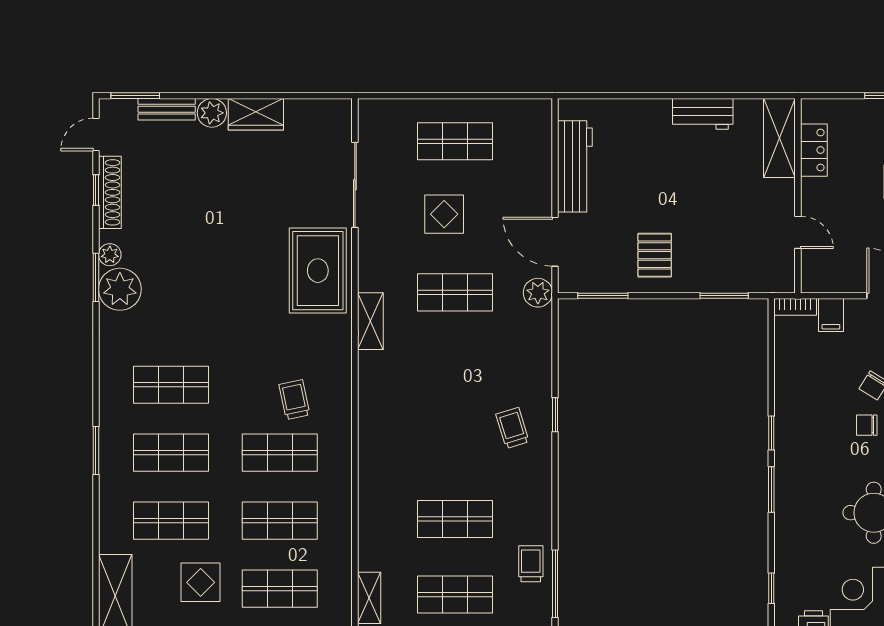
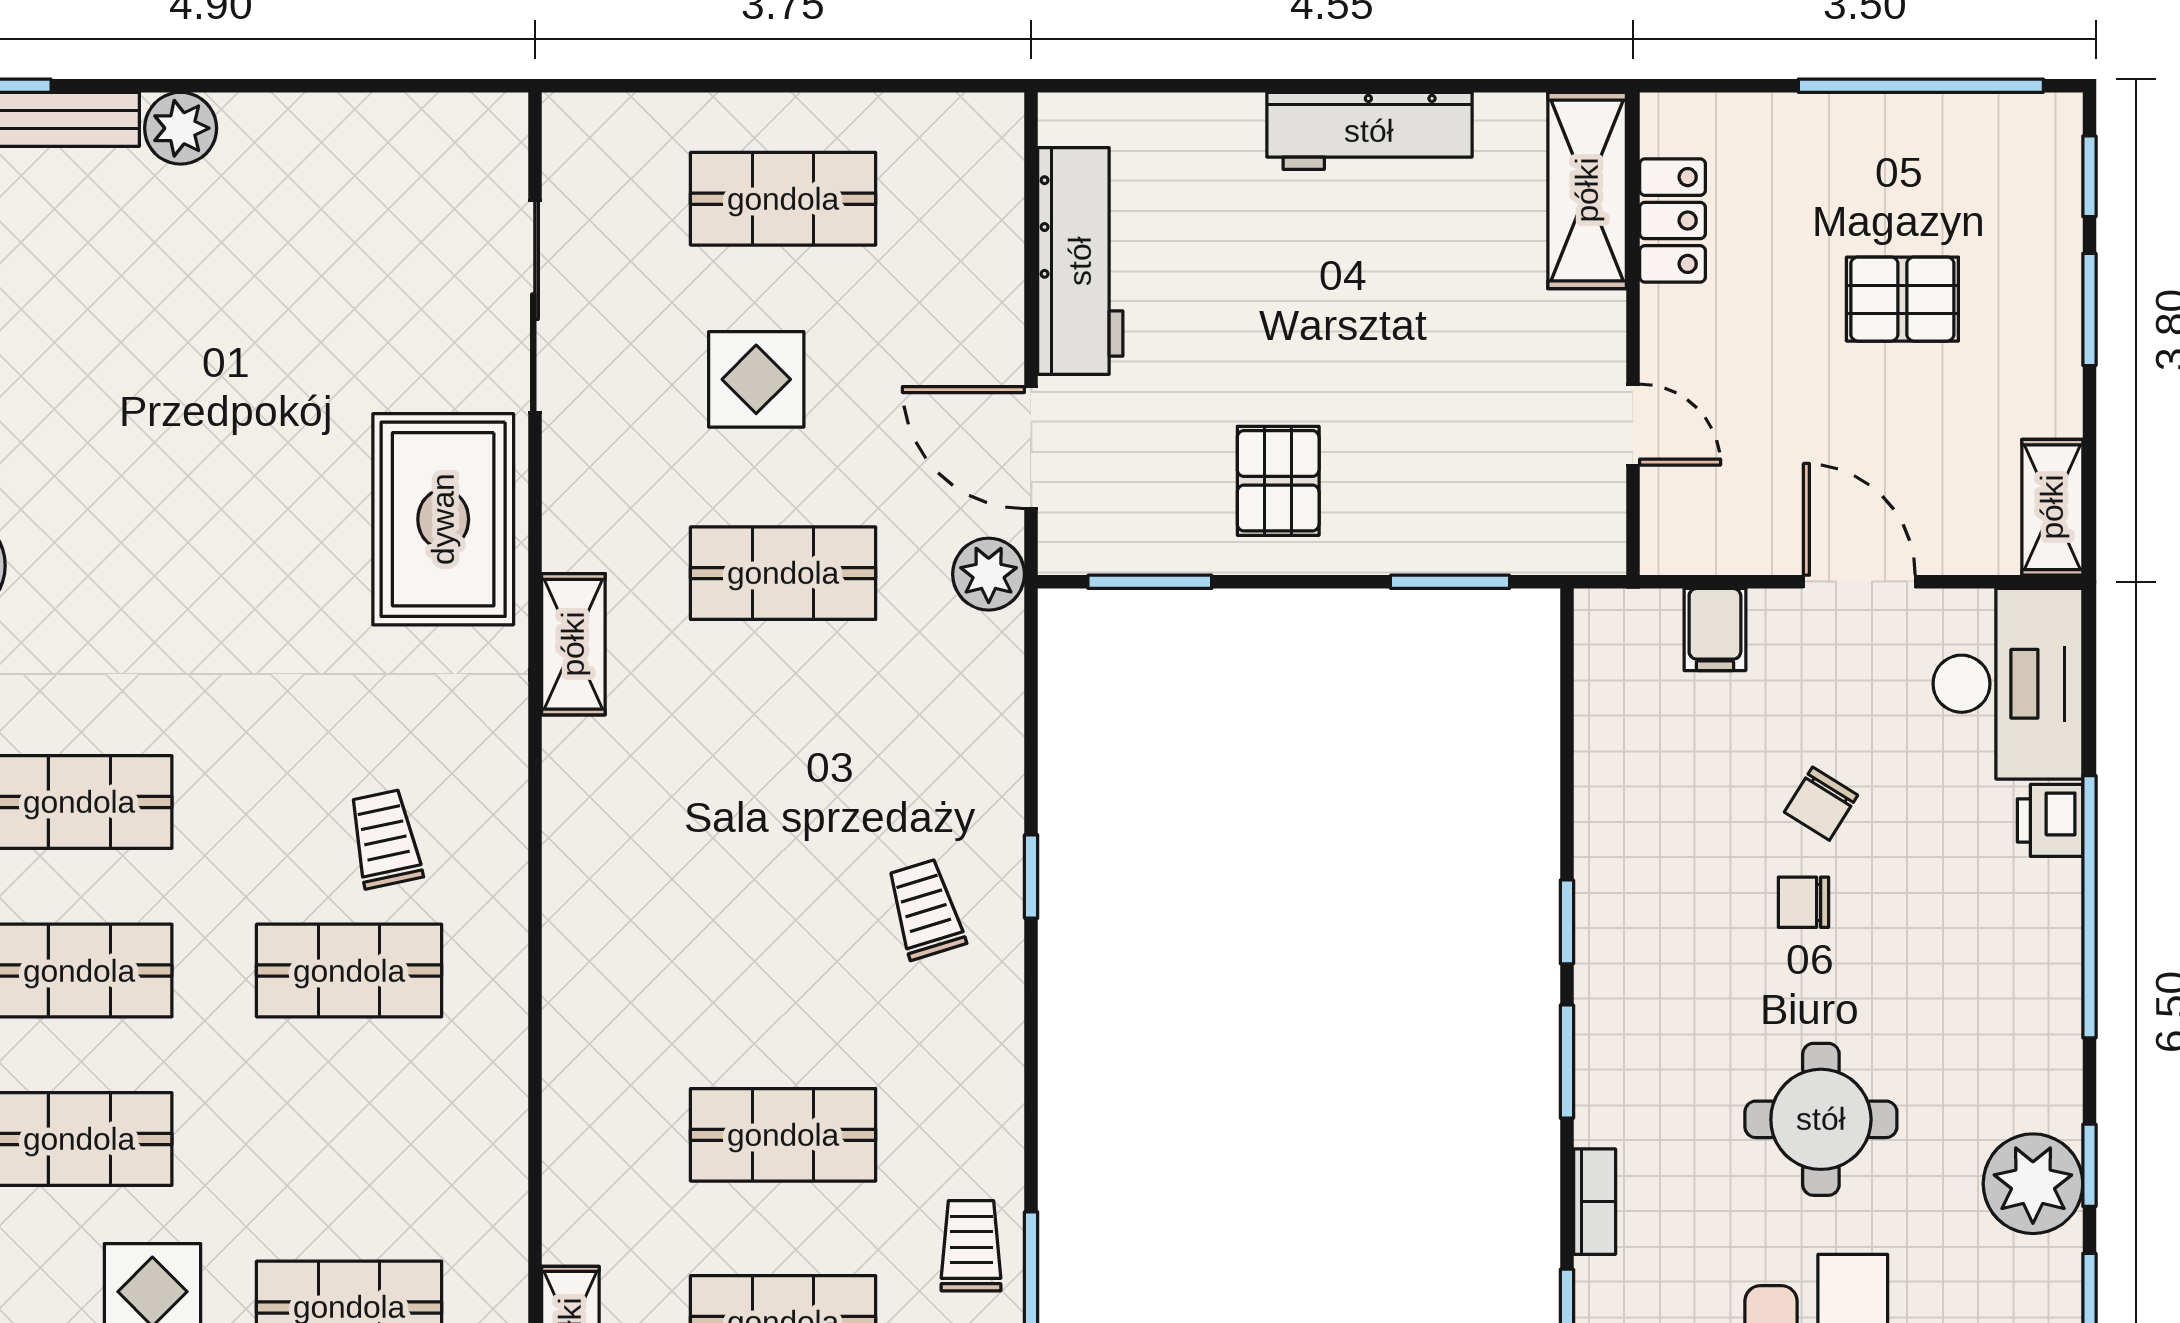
wardrobe: (256, 114) -> (290, 132), removed
workbench: (703, 114) -> (1369, 131), width x1.38
bookcase: (795, 307) -> (1595, 1202), moved, turned -90
shop shelf: (280, 521) -> (349, 1139), removed

